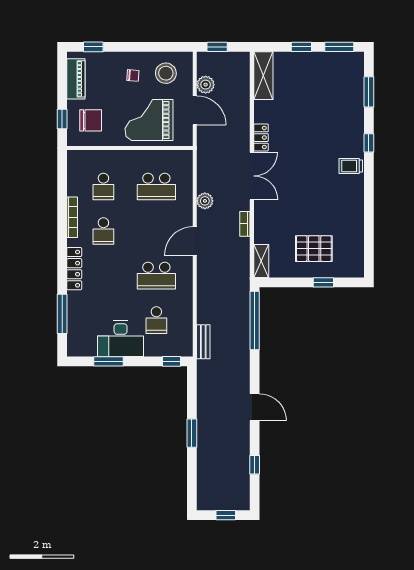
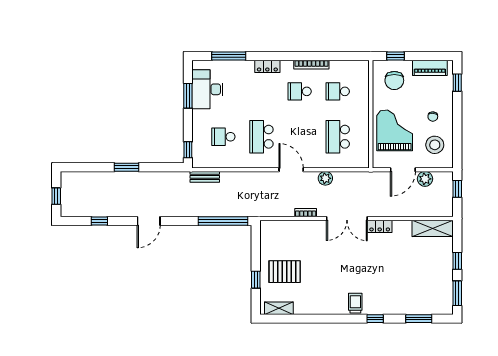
pallet: (314, 249) -> (285, 272), turned 90
shelving: (261, 261) -> (279, 308), moved
locker: (74, 269) -> (267, 66), width x0.66
desk: (121, 339) -> (207, 89), moved

